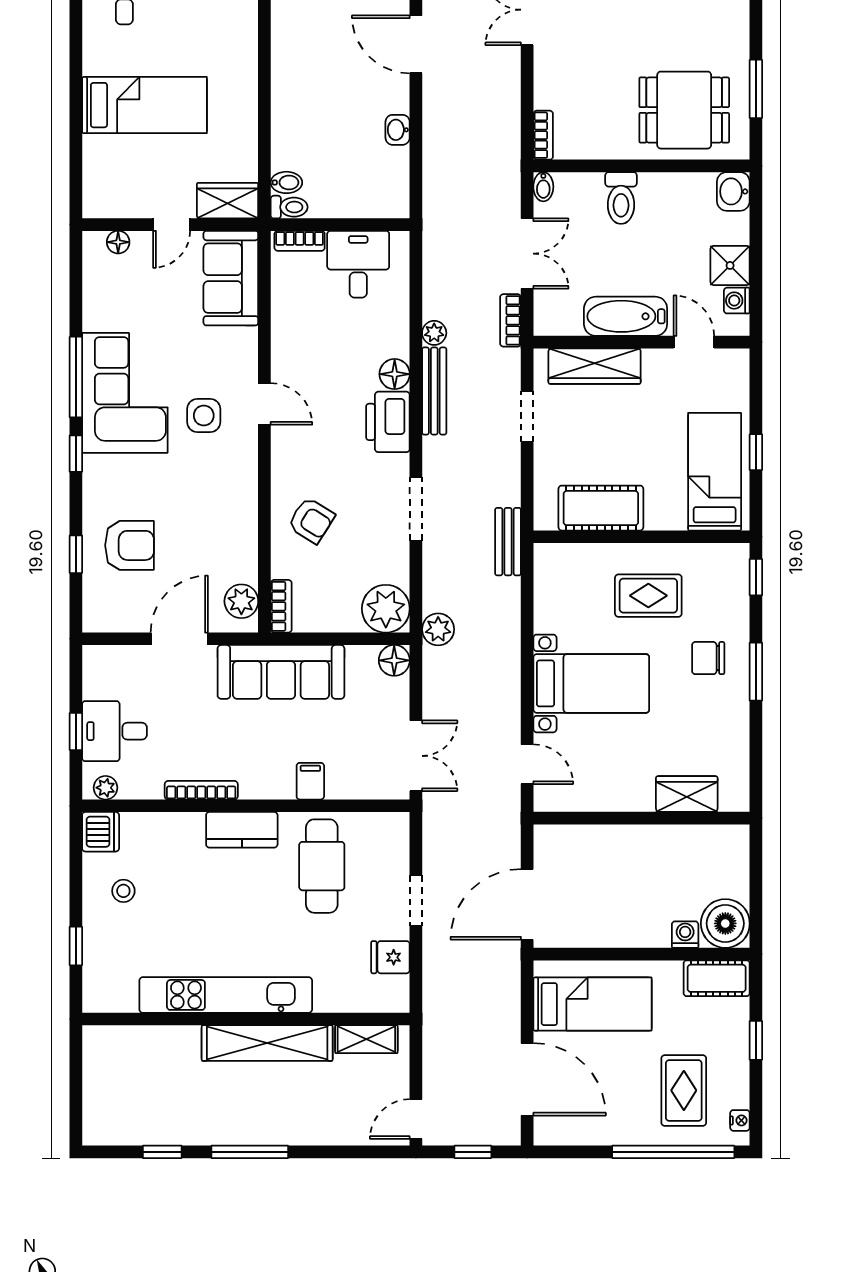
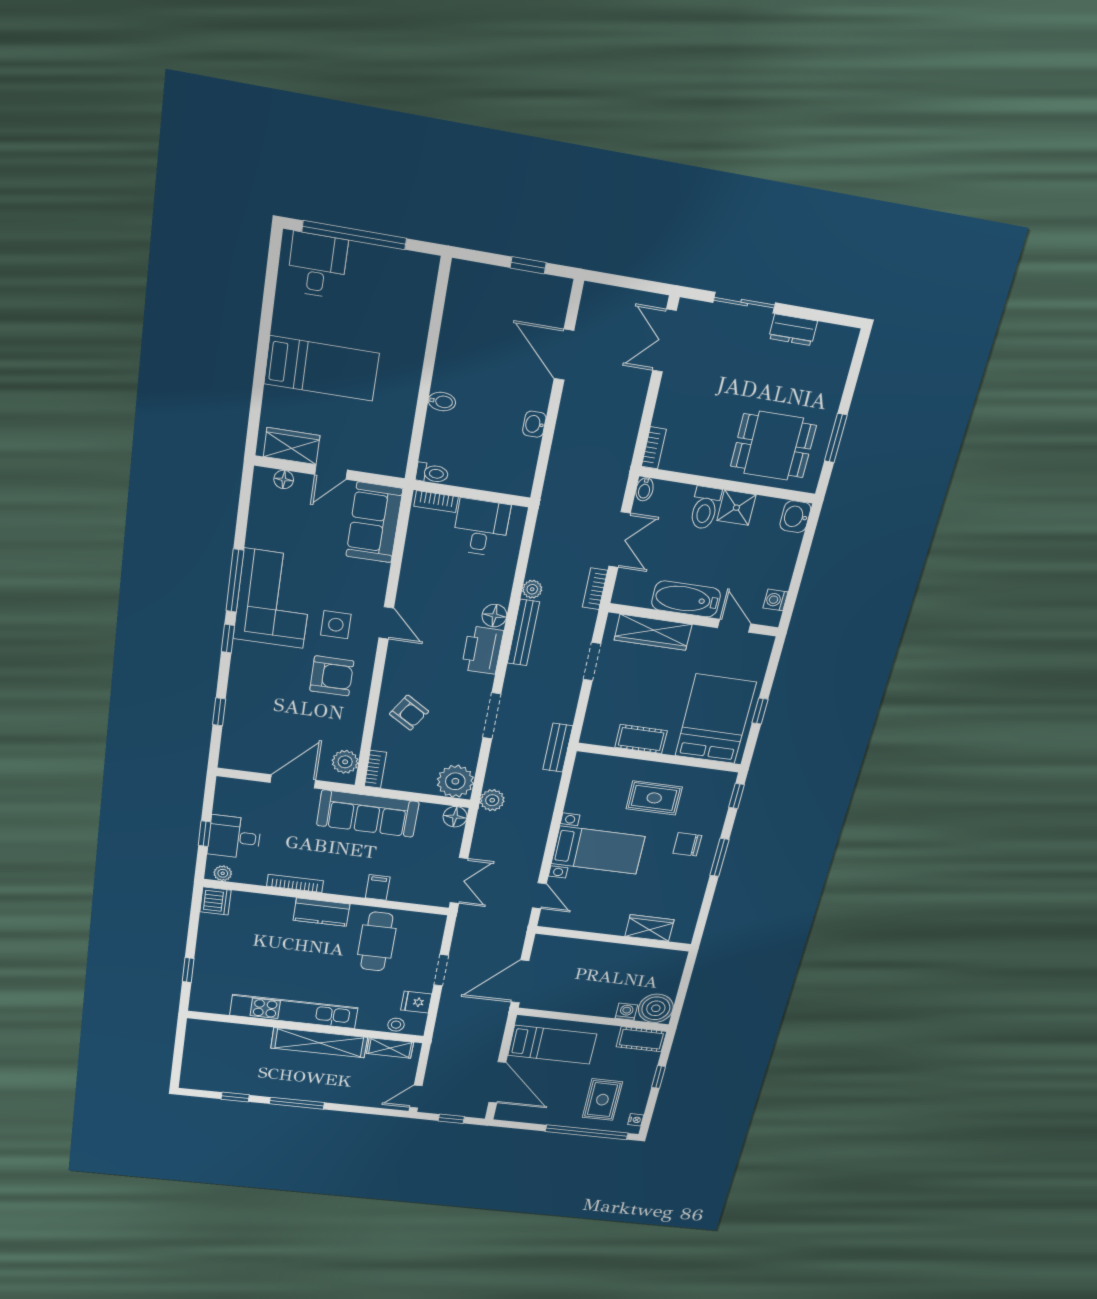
bidet: (286, 182) -> (442, 402), moved
wardrobe: (228, 201) -> (292, 446), moved
shower: (730, 265) -> (736, 508), moved
bed: (715, 472) -> (715, 719), width x1.50
cot: (601, 508) -> (641, 739), width x0.73, depth x0.75
armchair: (129, 545) -> (332, 676), moved
stool: (123, 891) -> (396, 1025), moved

